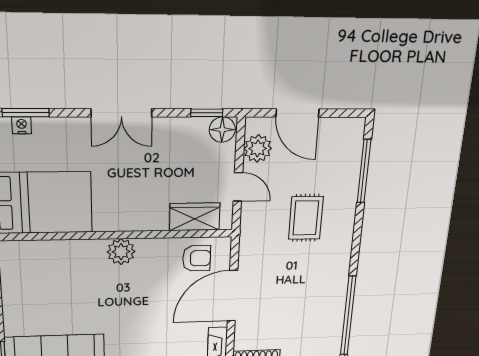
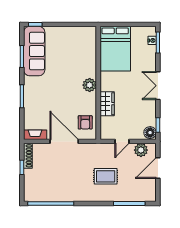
wardrobe: (195, 217) -> (107, 104), moved

